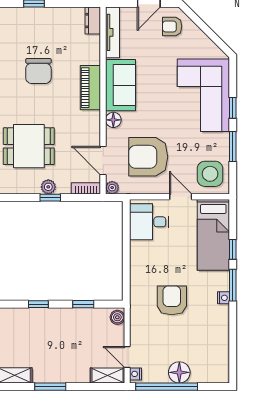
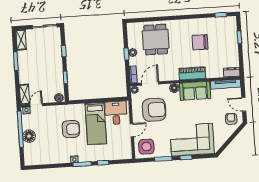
armchair: (148, 157) -> (154, 110), turned 90
bed: (213, 235) -> (96, 124), moved, turned -90

